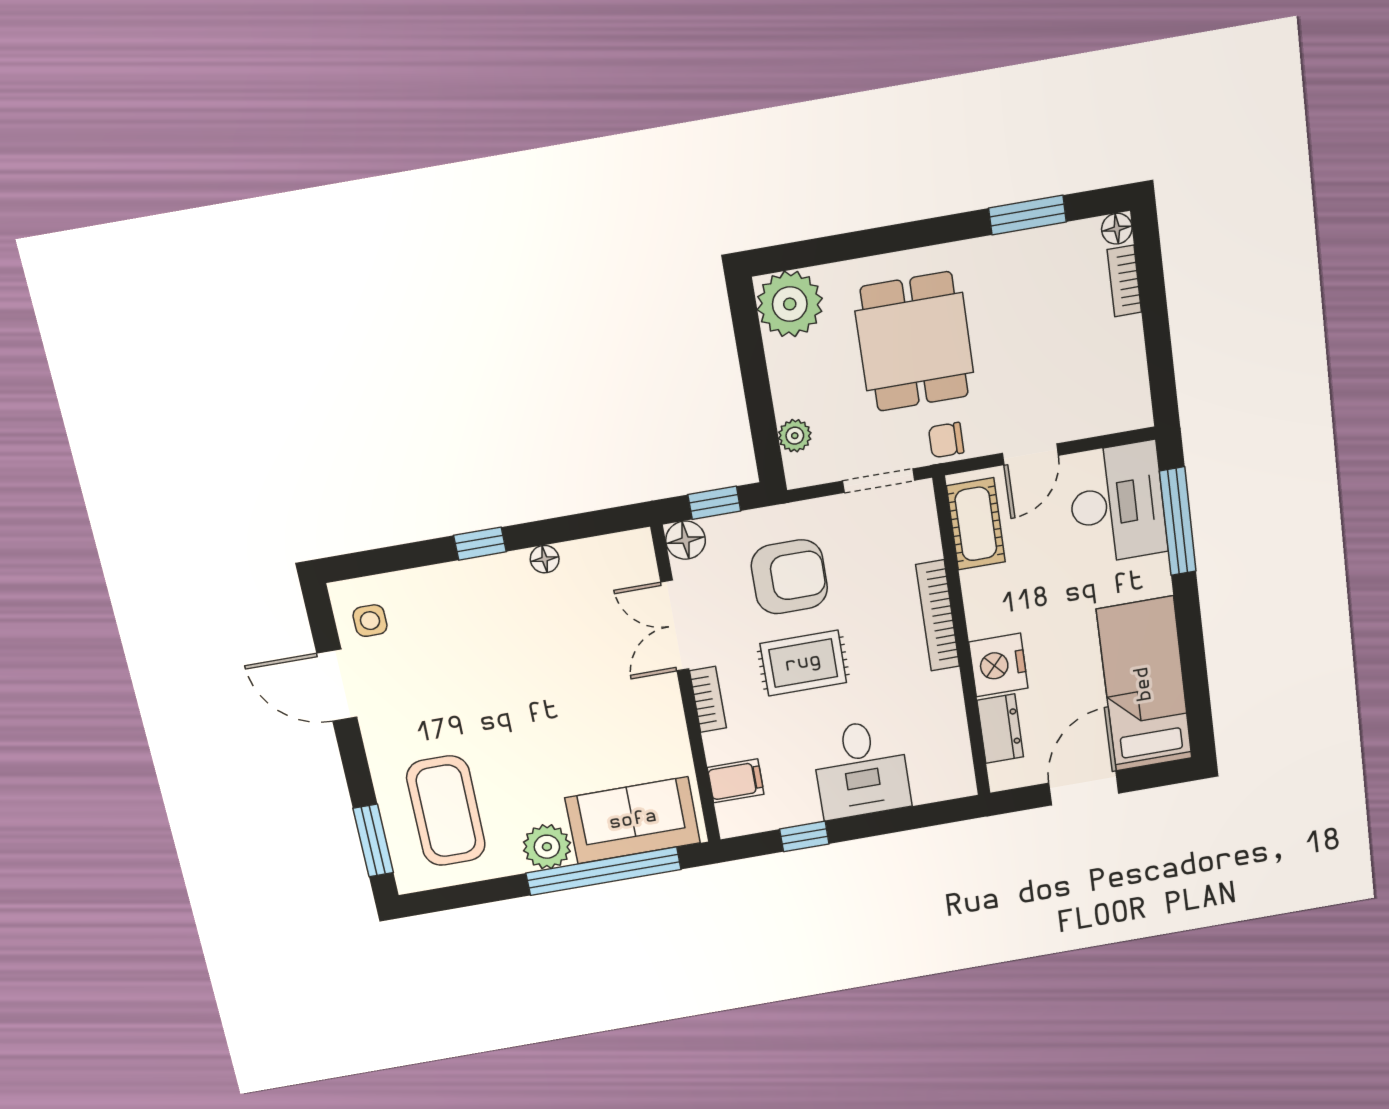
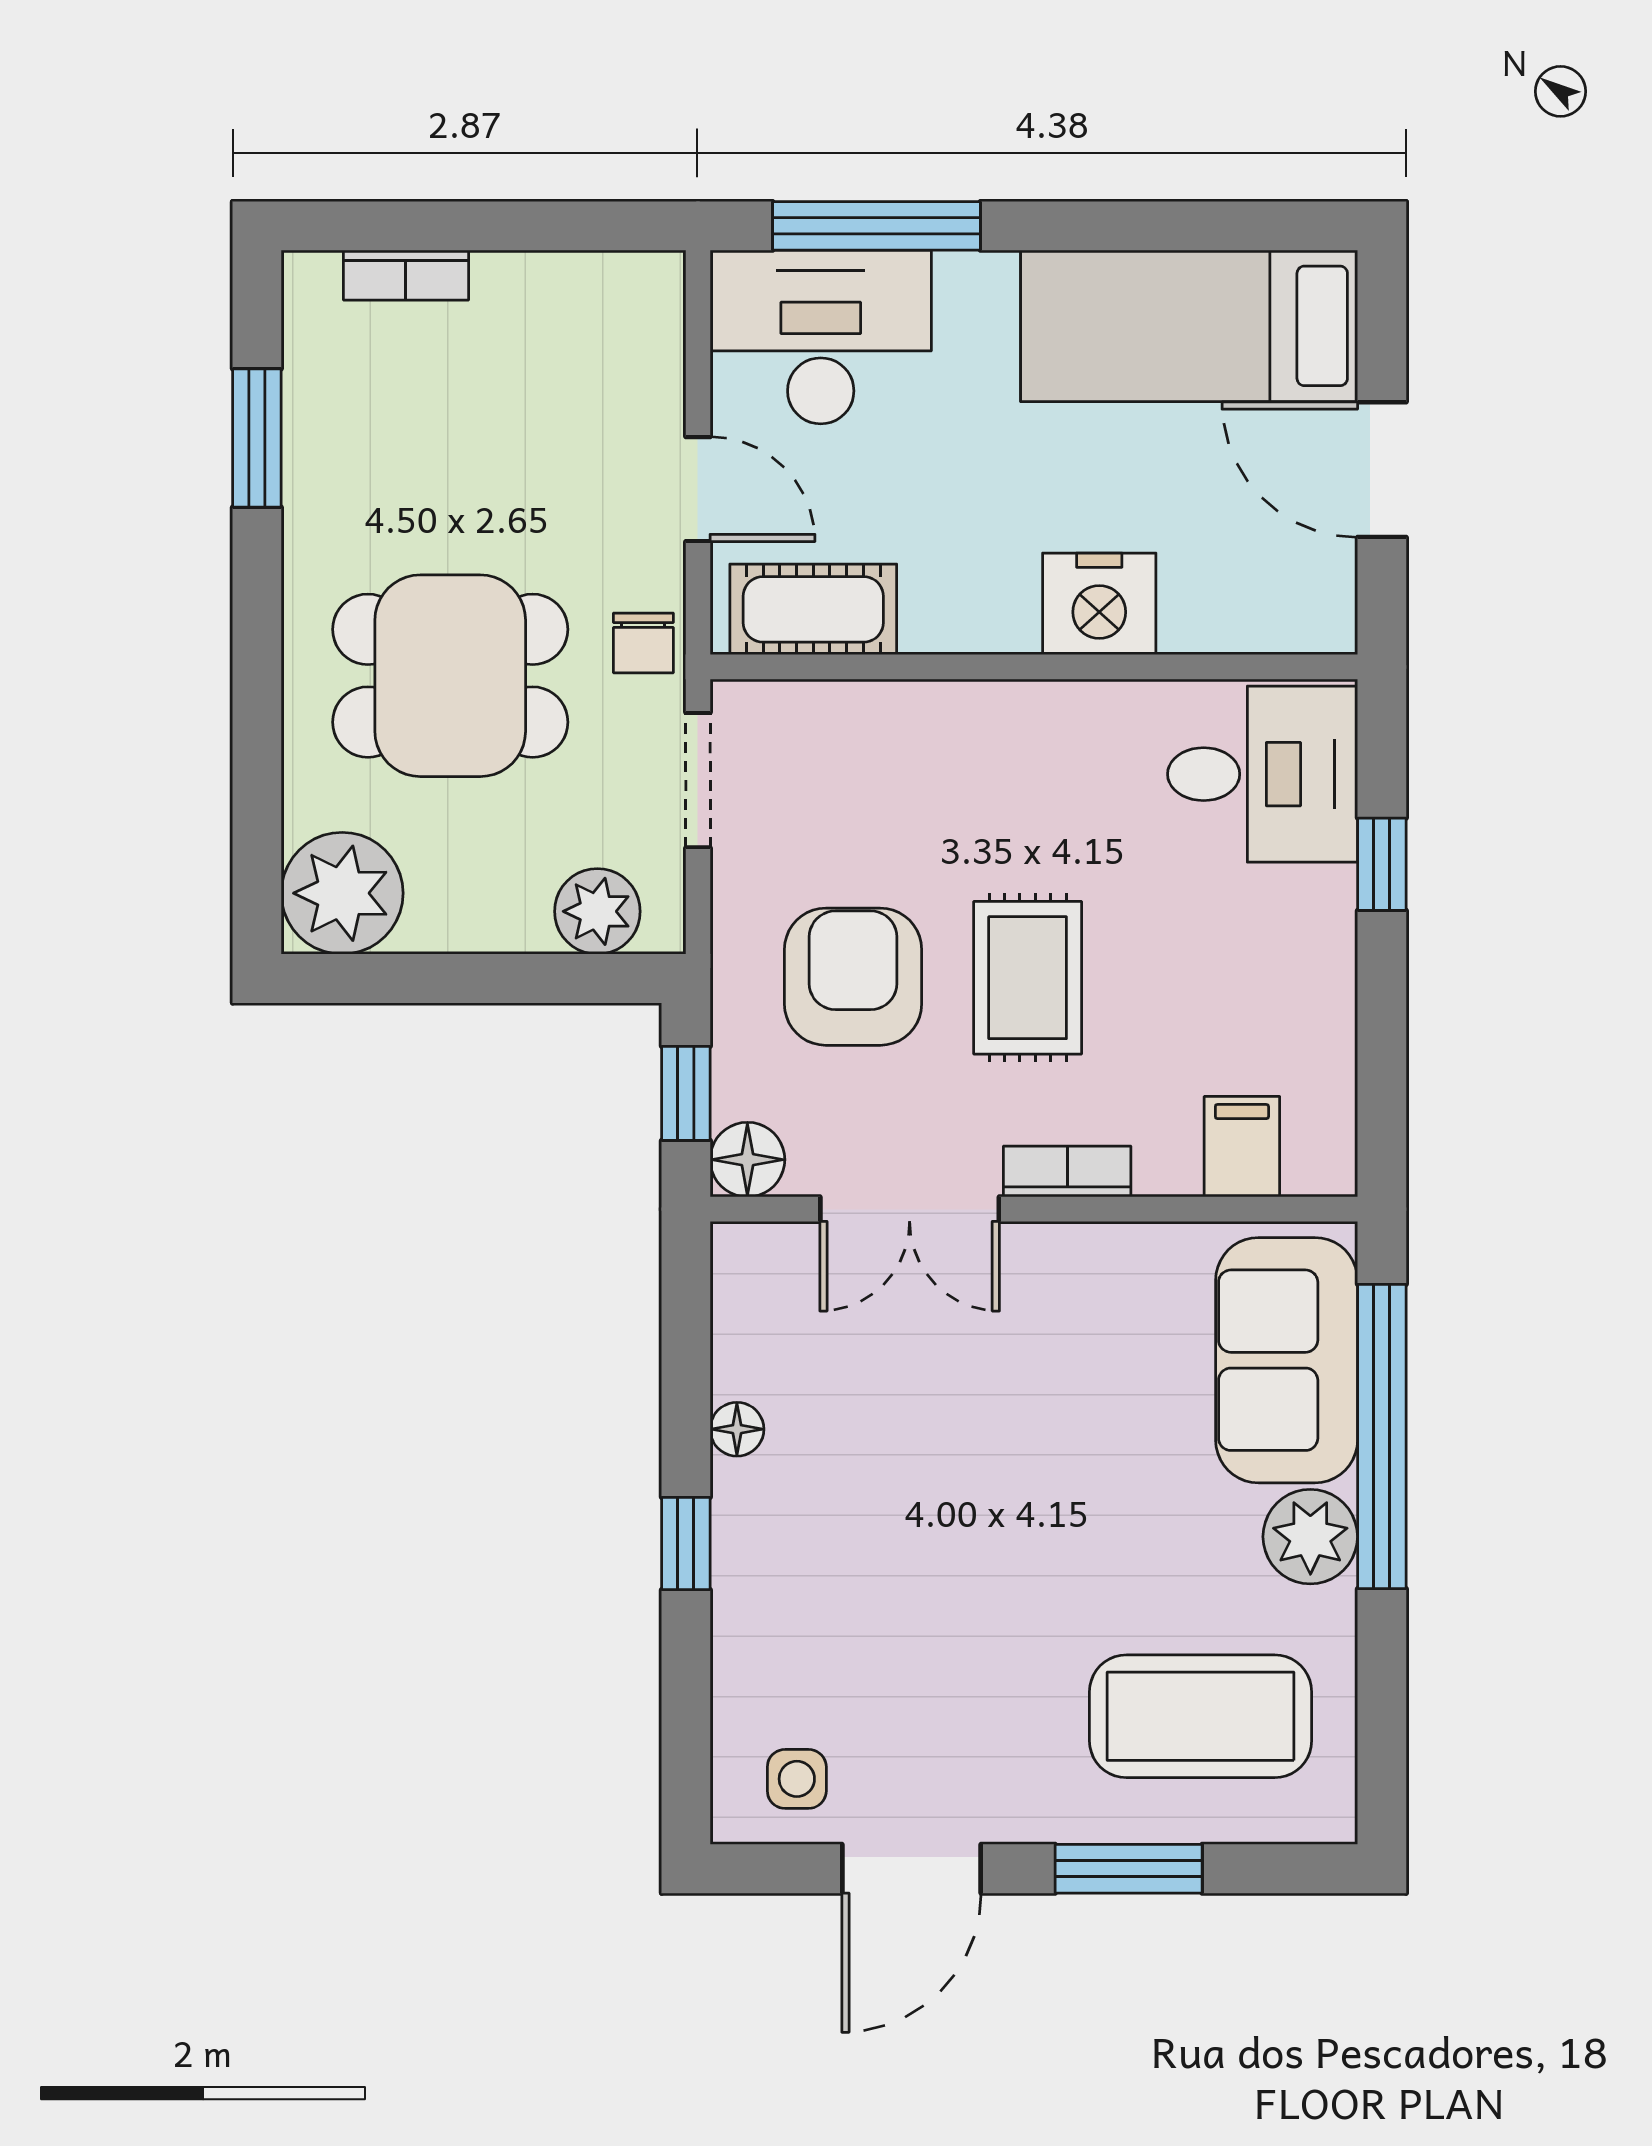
floor lamp: (1117, 229) -> (309, 278), removed
plant: (795, 436) -> (597, 911), width x1.38, depth x1.38
bookcase: (938, 616) -> (979, 707), removed
dresser: (1000, 729) -> (1229, 617), removed
desk: (861, 769) -> (1263, 774), moved
window: (804, 836) -> (1382, 864), moved
window: (373, 840) -> (1129, 1869), moved

